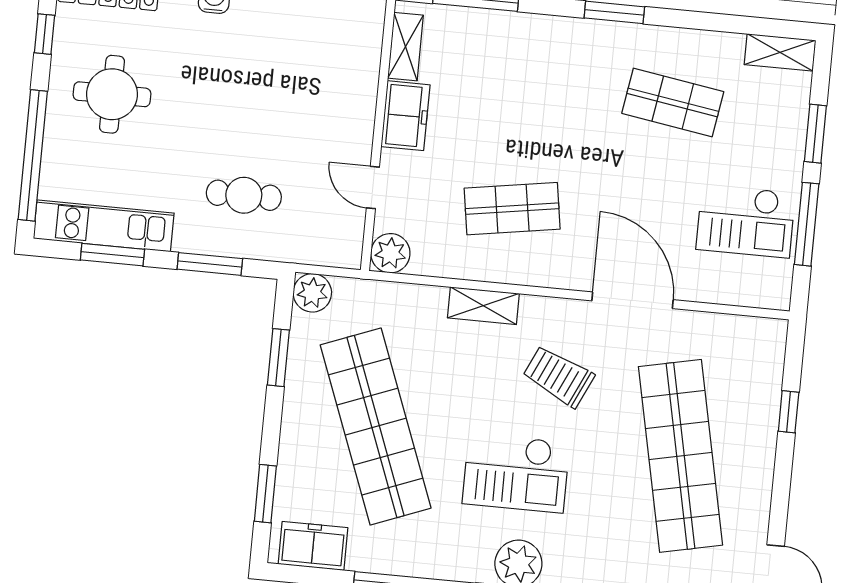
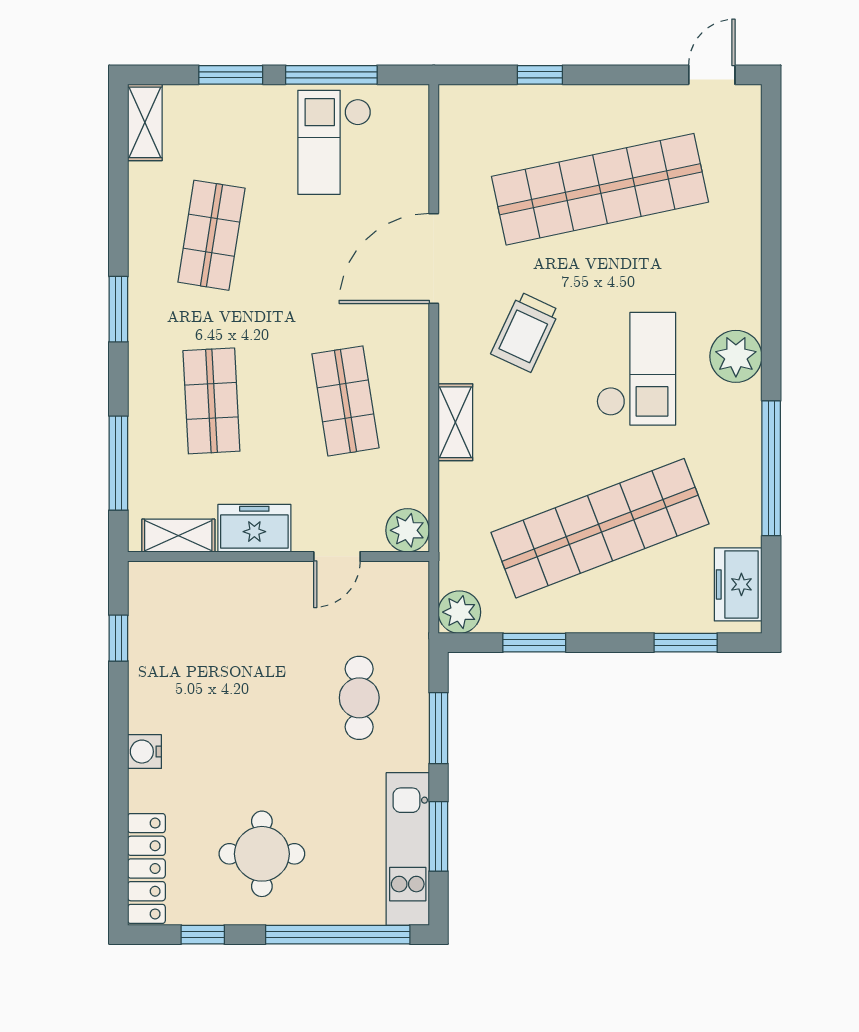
shop shelf: (524, 88) -> (211, 401), added
checkout: (746, 221) -> (334, 142), turned 180

